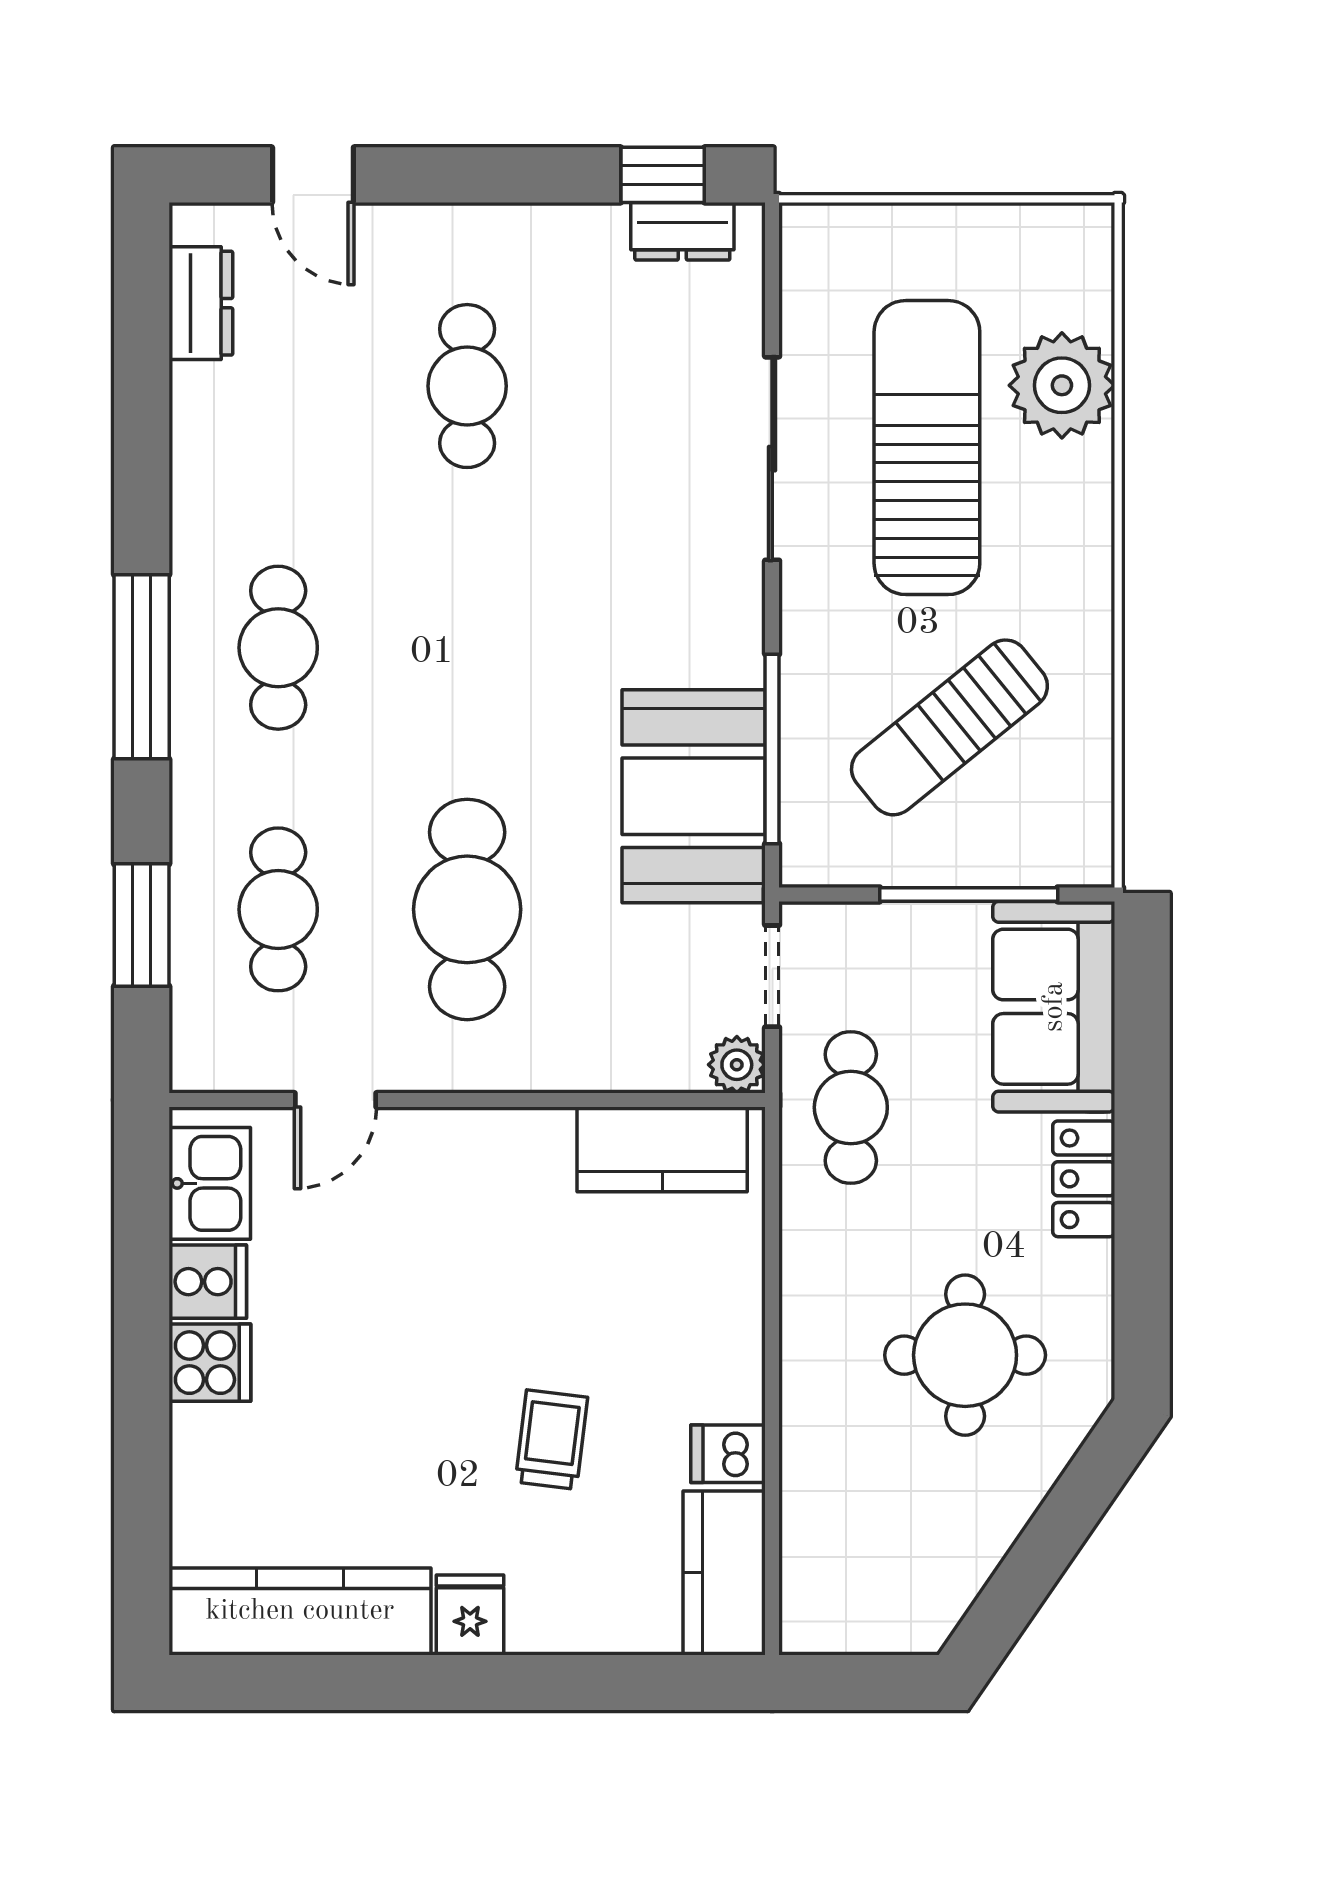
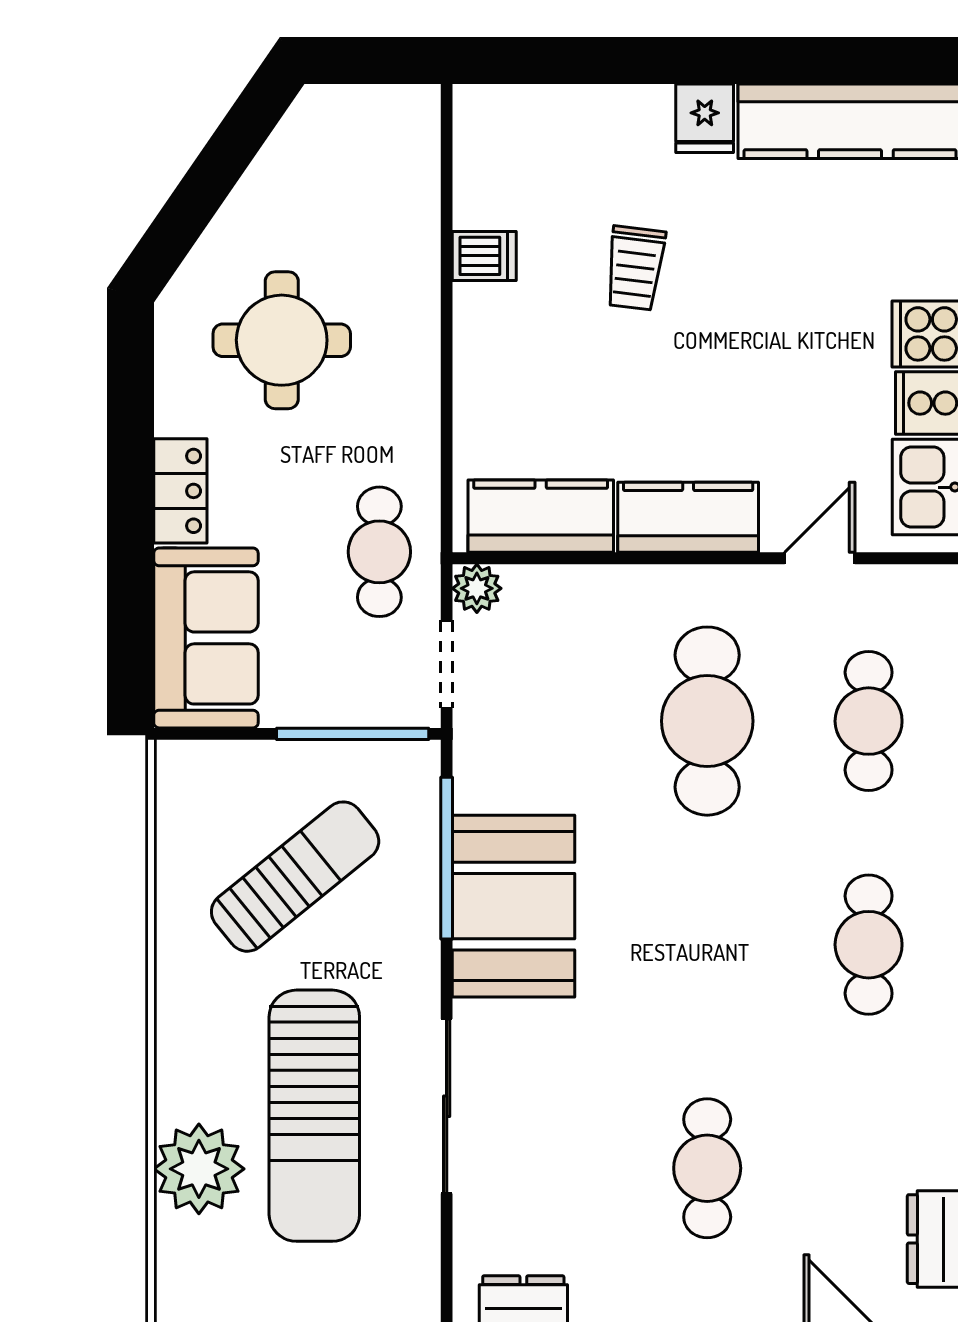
booth: (694, 796) -> (514, 906), moved
window: (969, 894) -> (353, 734), moved
kitchen counter: (724, 1573) -> (688, 517), moved, turned -90

